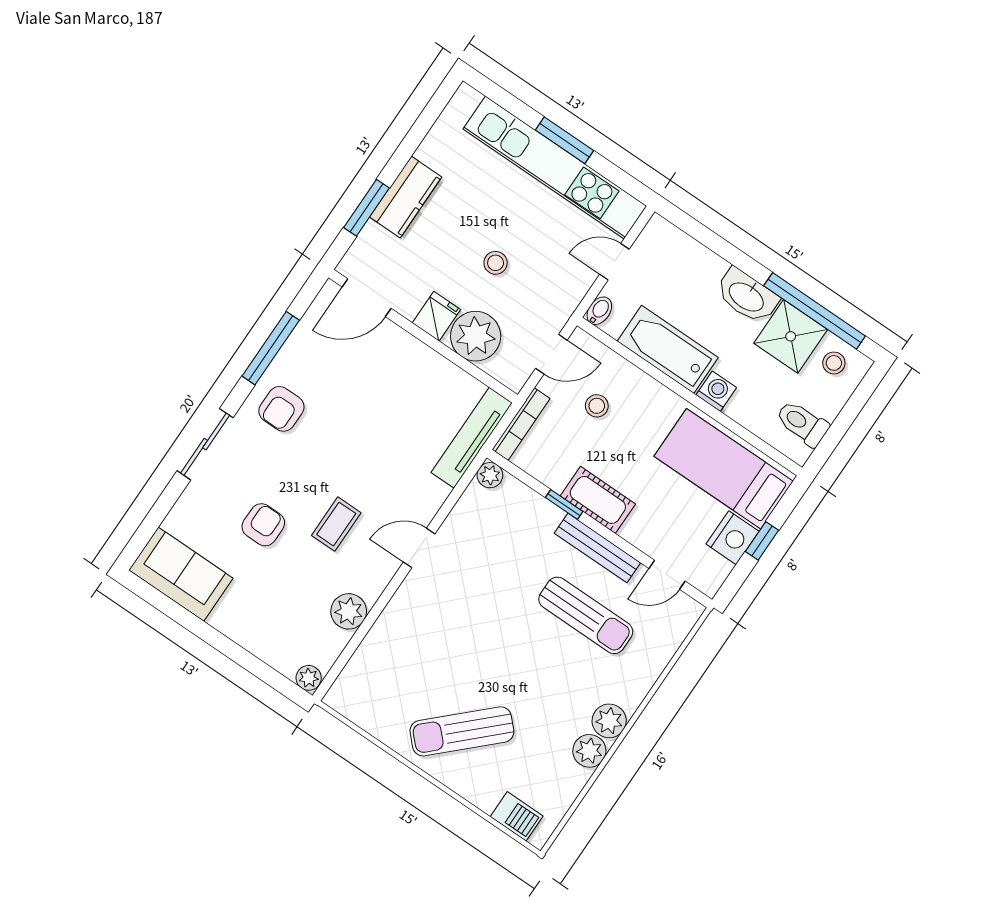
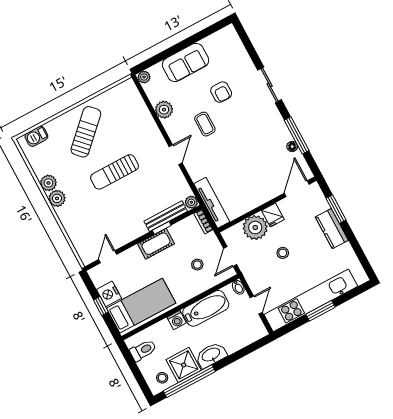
floor lamp: (295, 346) -> (292, 146), added
armchair: (281, 409) -> (268, 126), removed
bookcase: (521, 424) -> (203, 222), width x0.64
bench: (597, 548) -> (166, 216), moved
sofa: (181, 574) -> (185, 62), moved
sun lounger: (586, 615) -> (115, 172), moved

